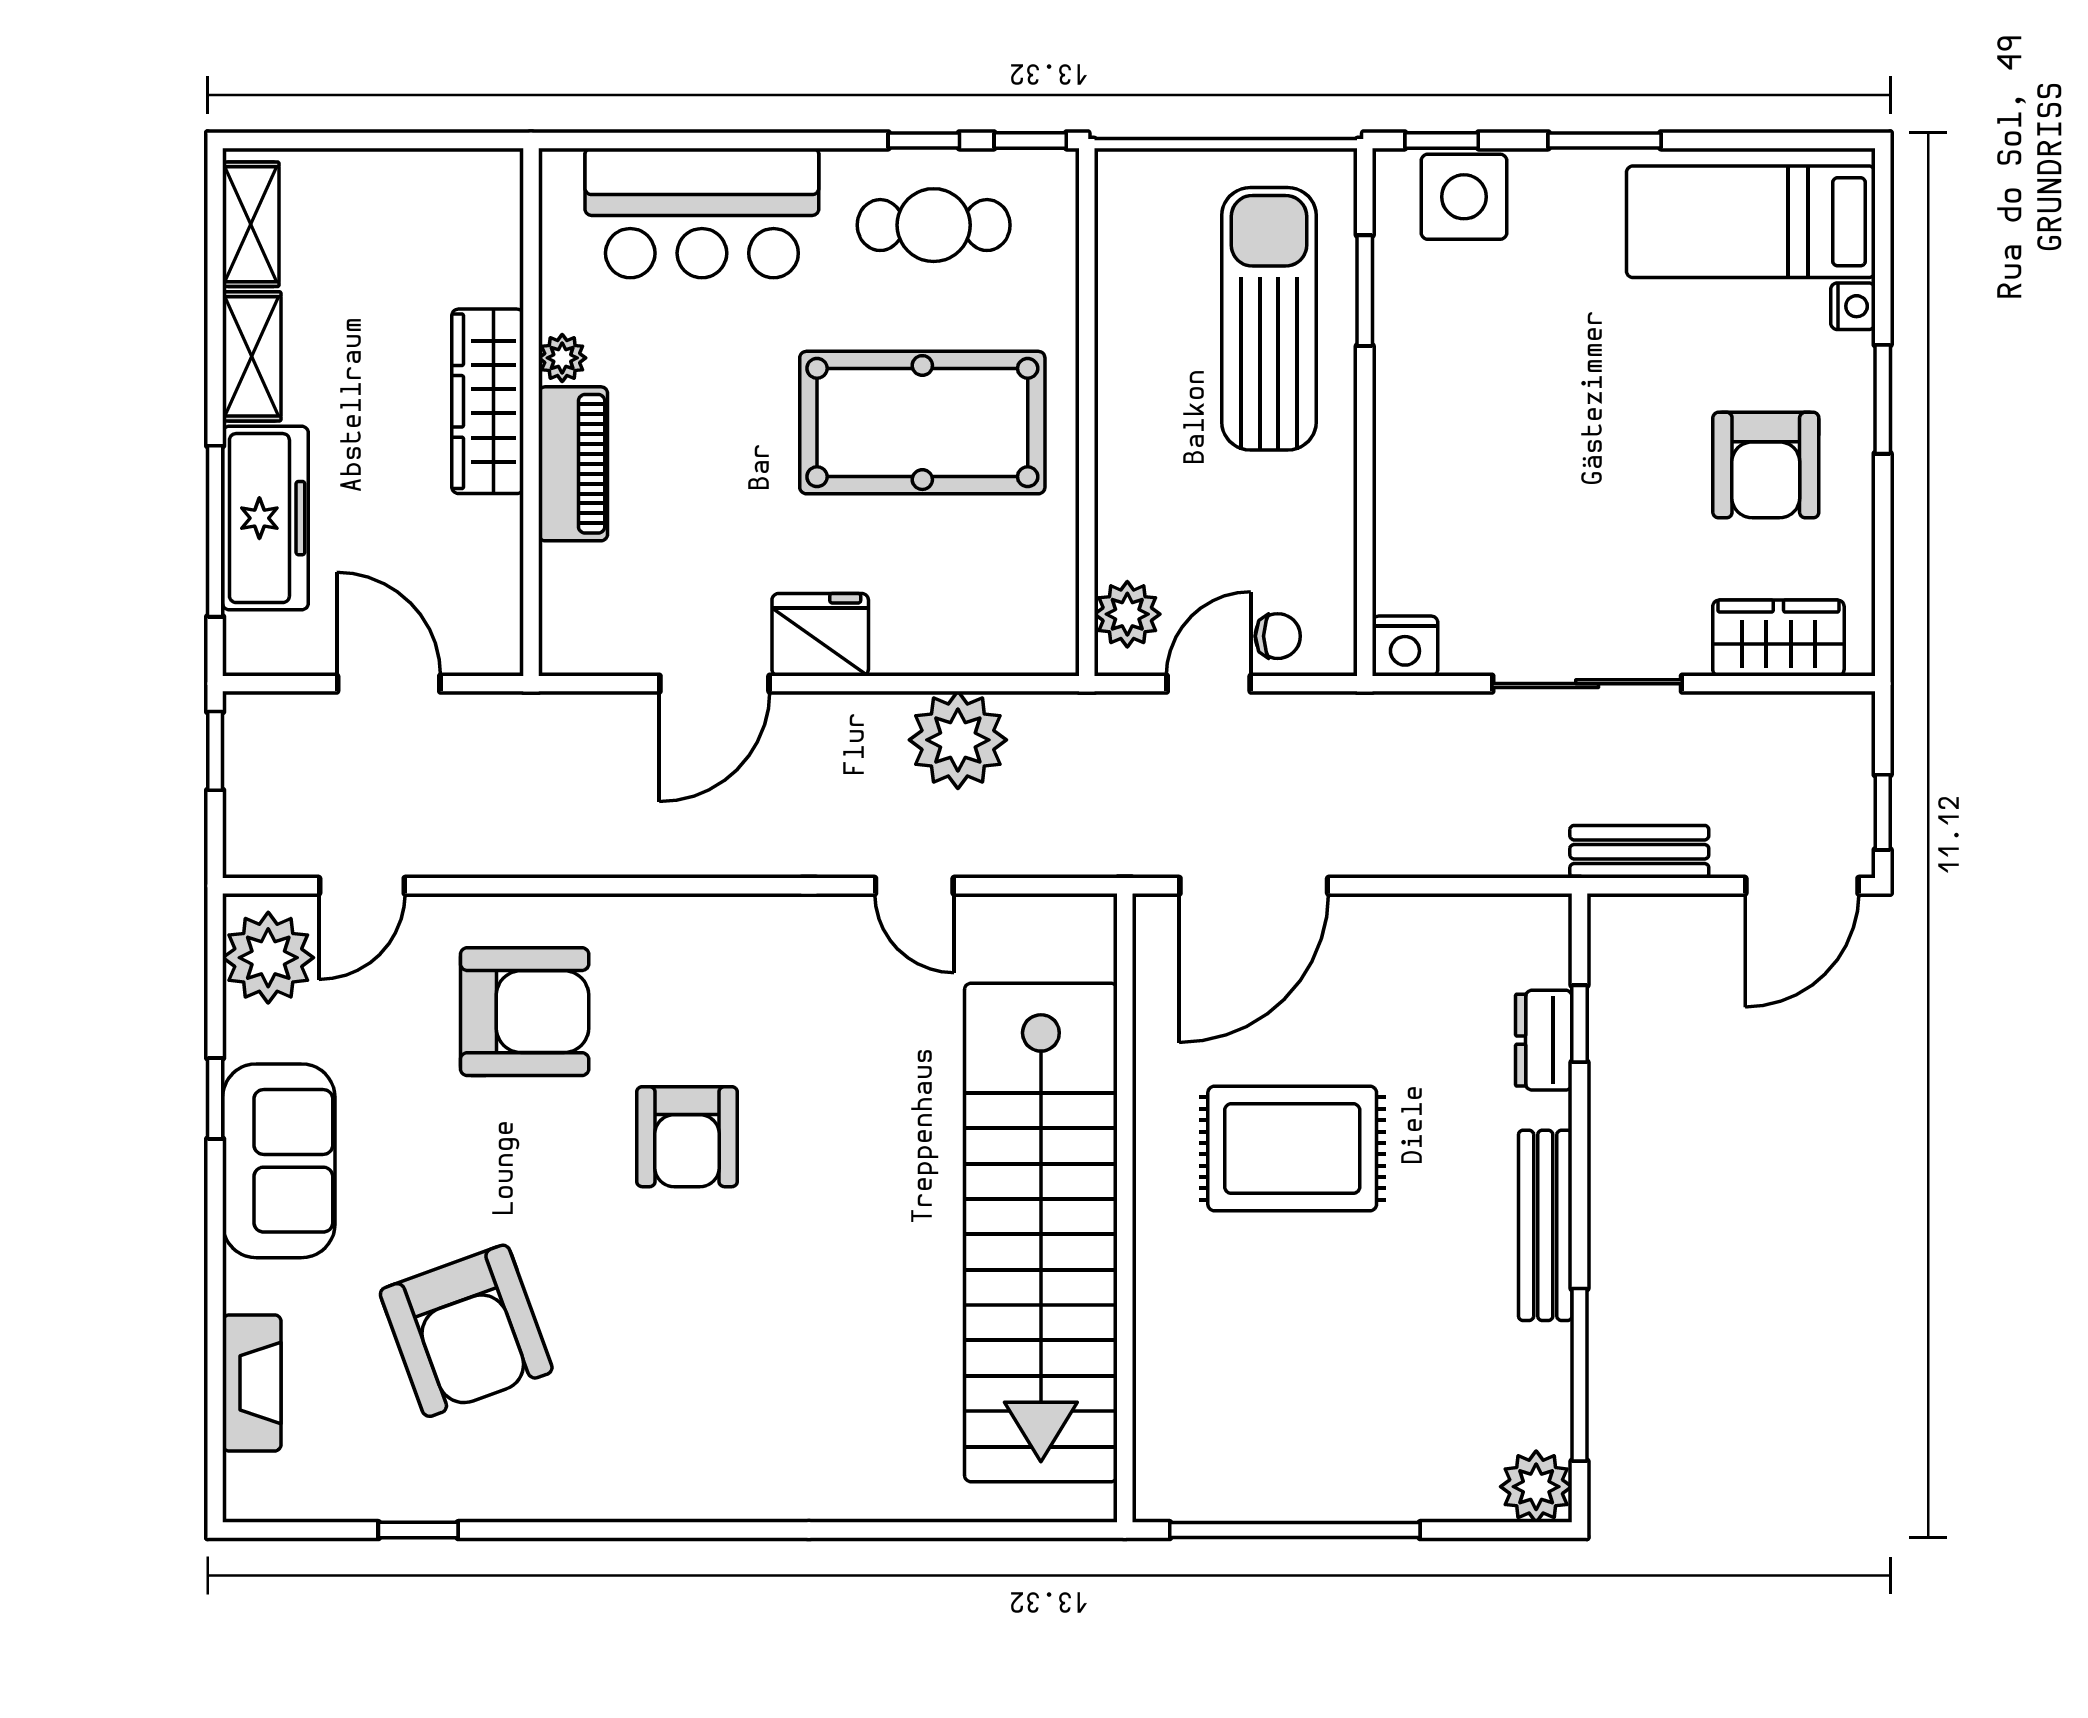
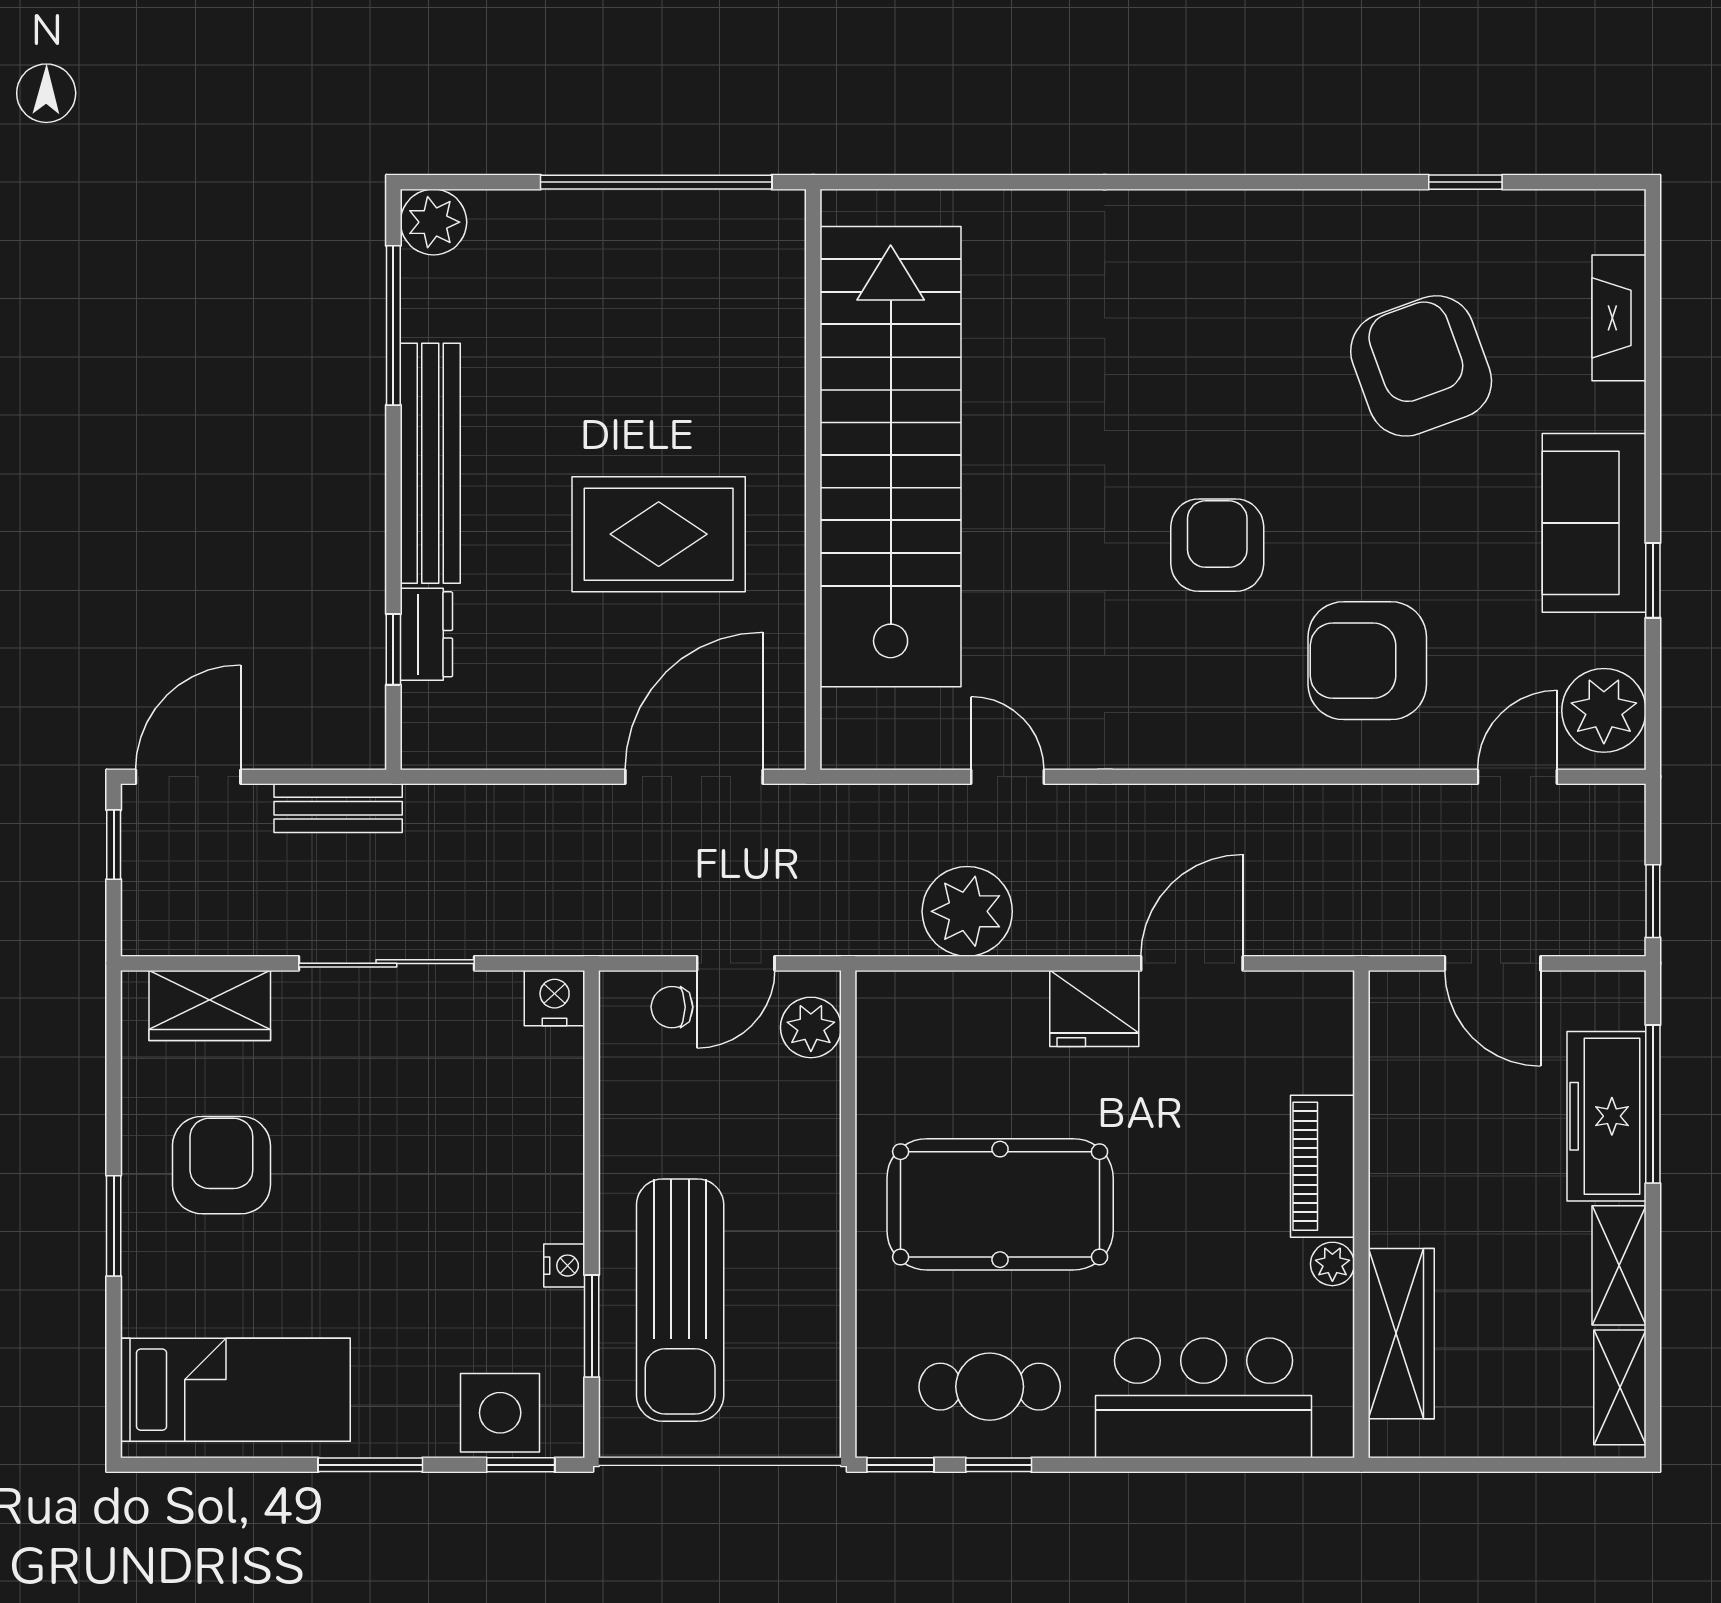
nightstand: (1853, 306) -> (564, 1266), moved, turned 180
wardrobe: (488, 401) -> (1401, 1334), moved
bench: (1545, 1225) -> (430, 463), width x1.37, depth x1.21

